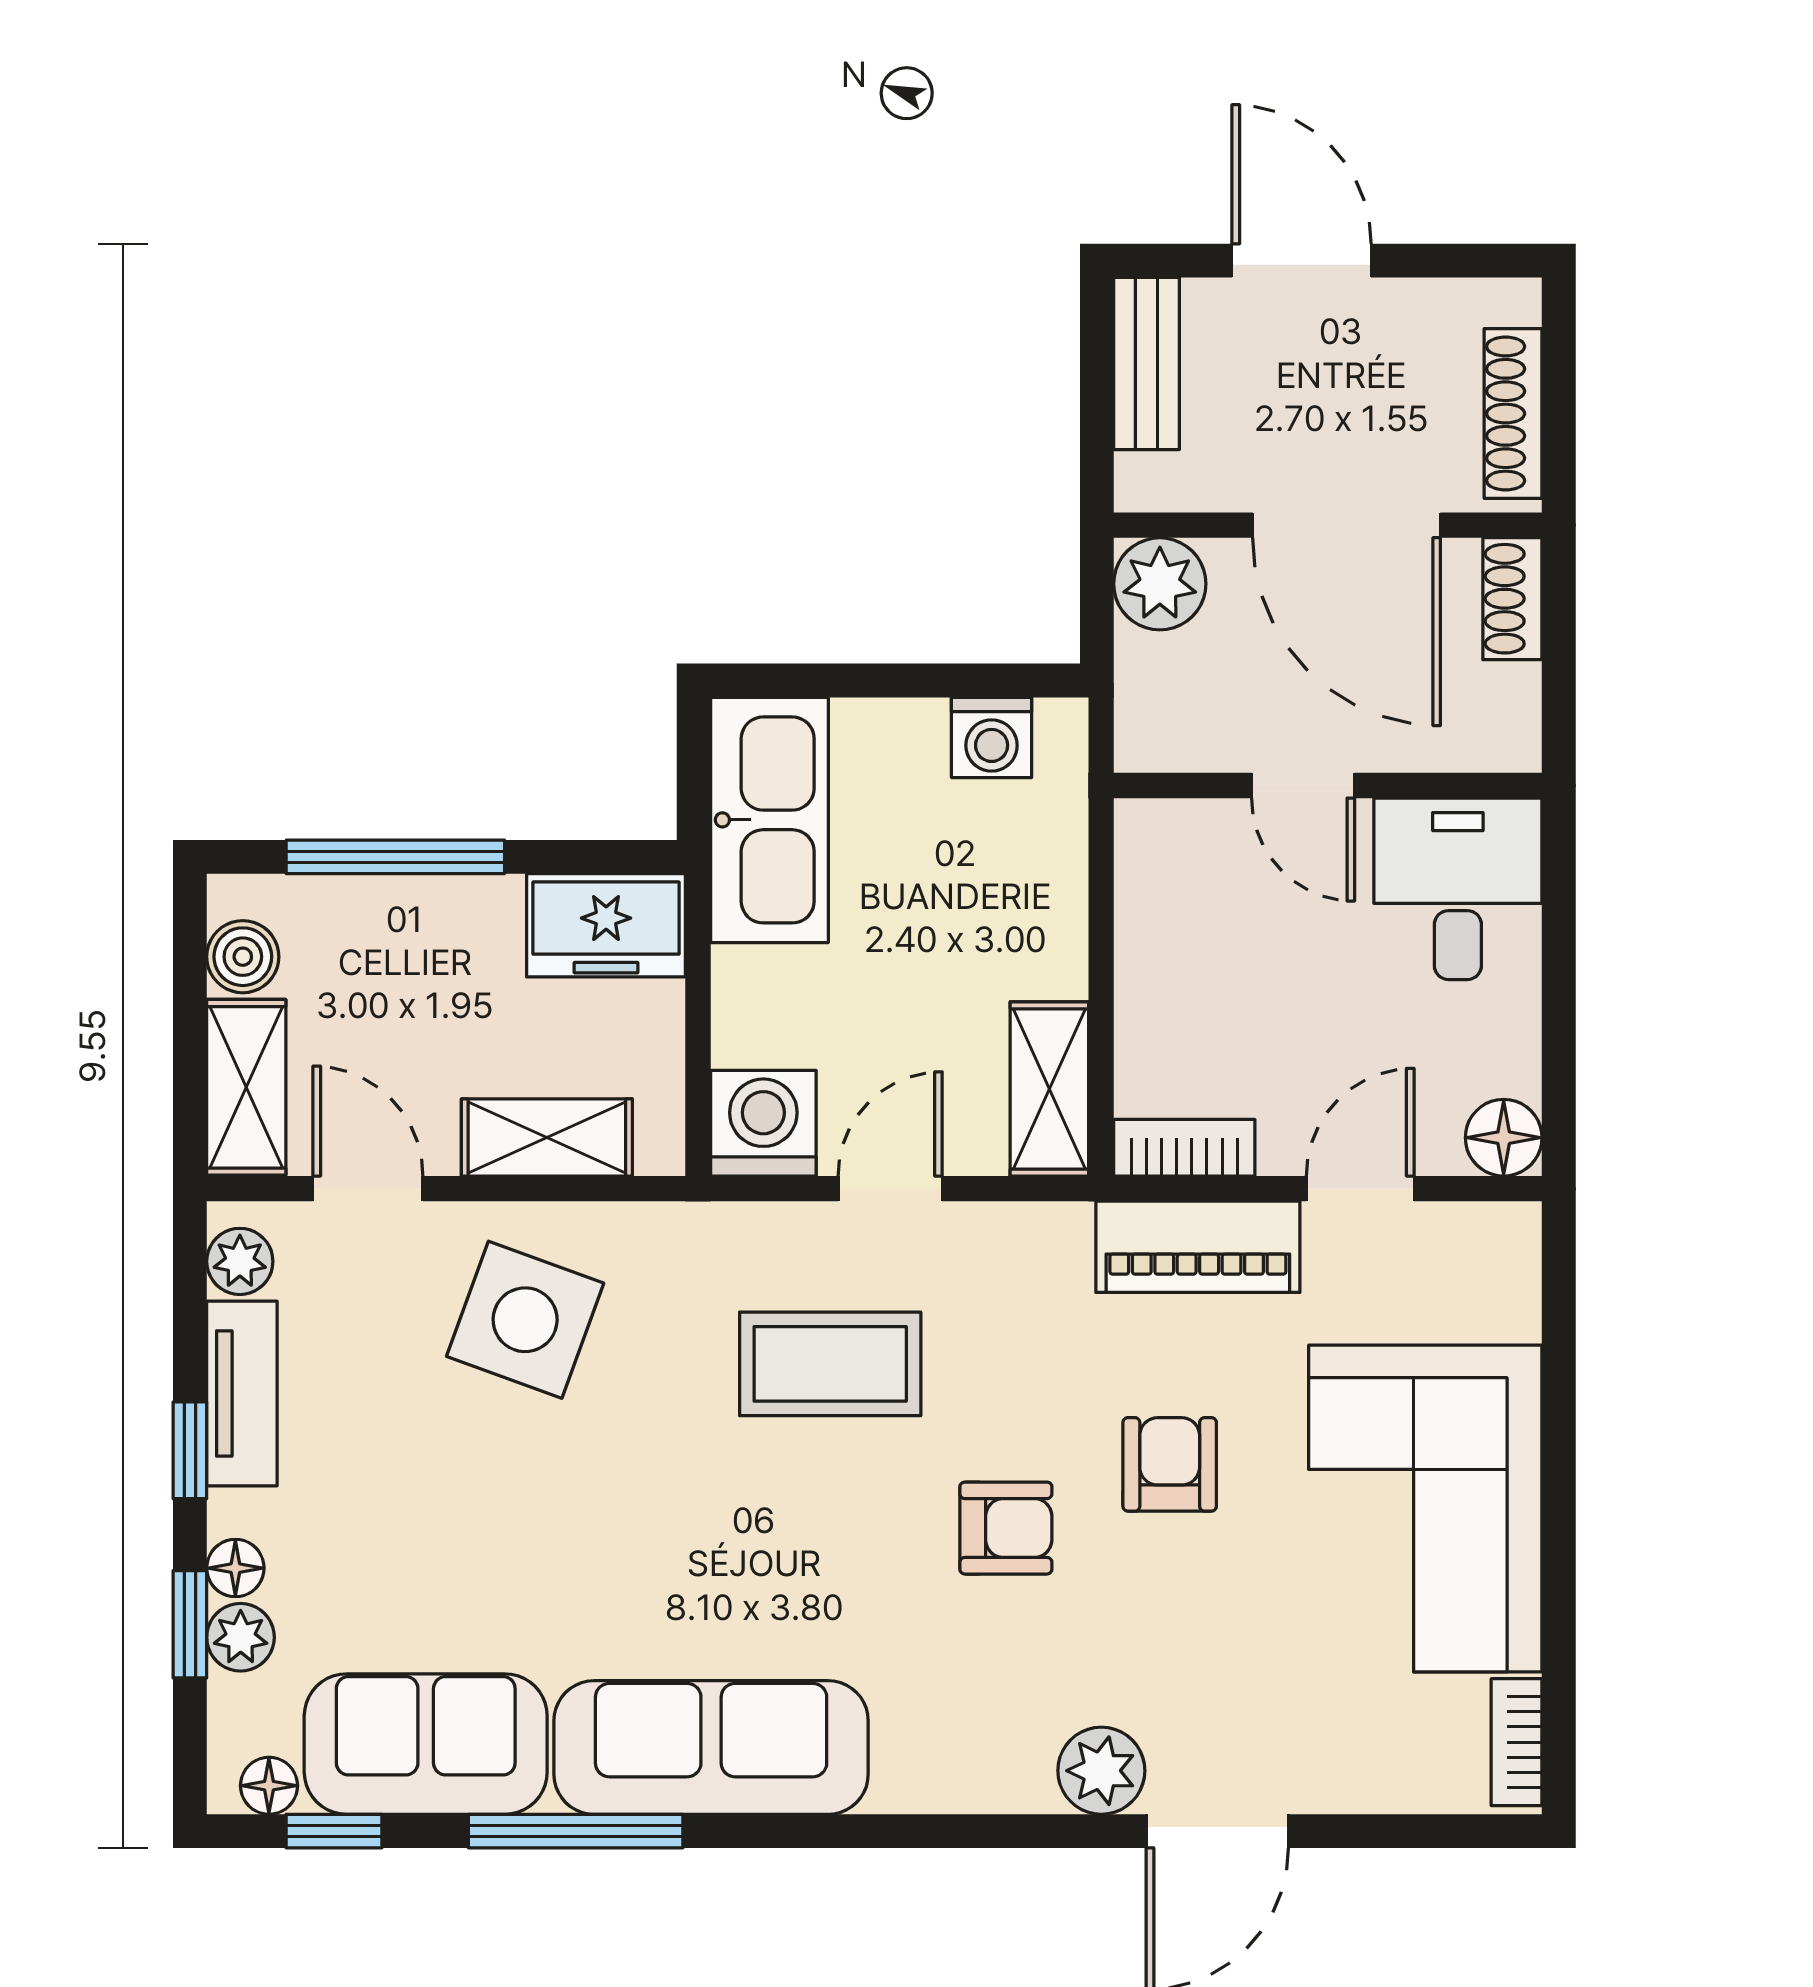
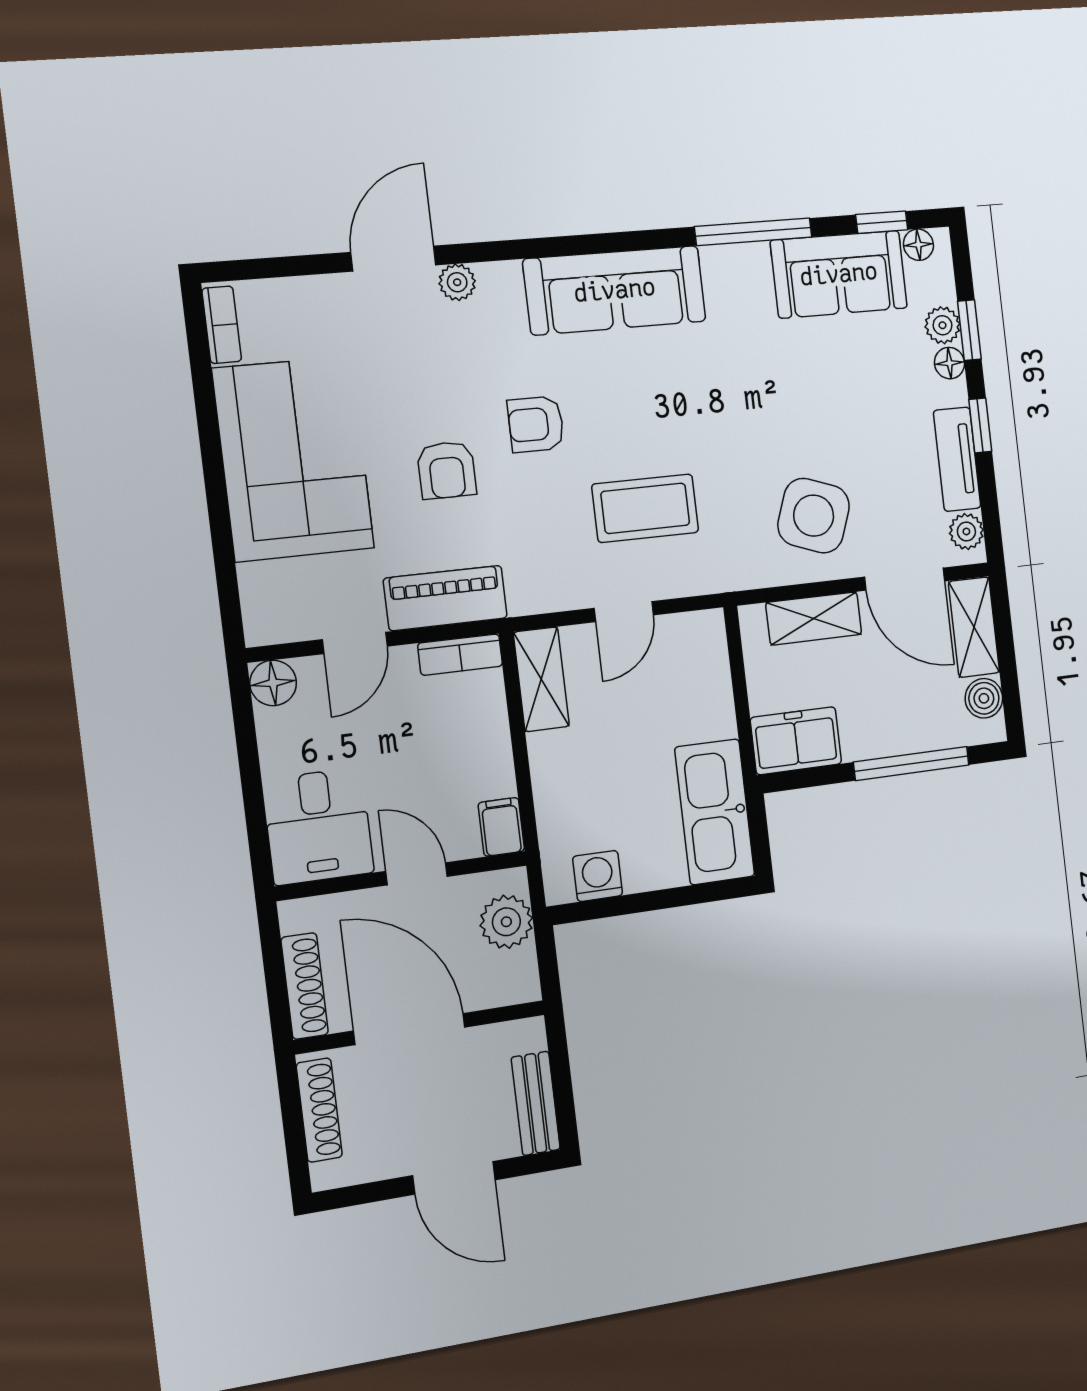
plant: (1160, 584) -> (506, 922), moved
shoe rack: (1512, 599) -> (305, 986), width x1.43
filing cabinet: (1149, 845) -> (501, 827), added
washing machine: (763, 1123) -> (698, 640), removed
door: (368, 1189) -> (905, 579), width x1.38
sofa: (711, 1747) -> (615, 290), moved
plant: (1101, 1771) -> (457, 282), width x0.73, depth x0.73

